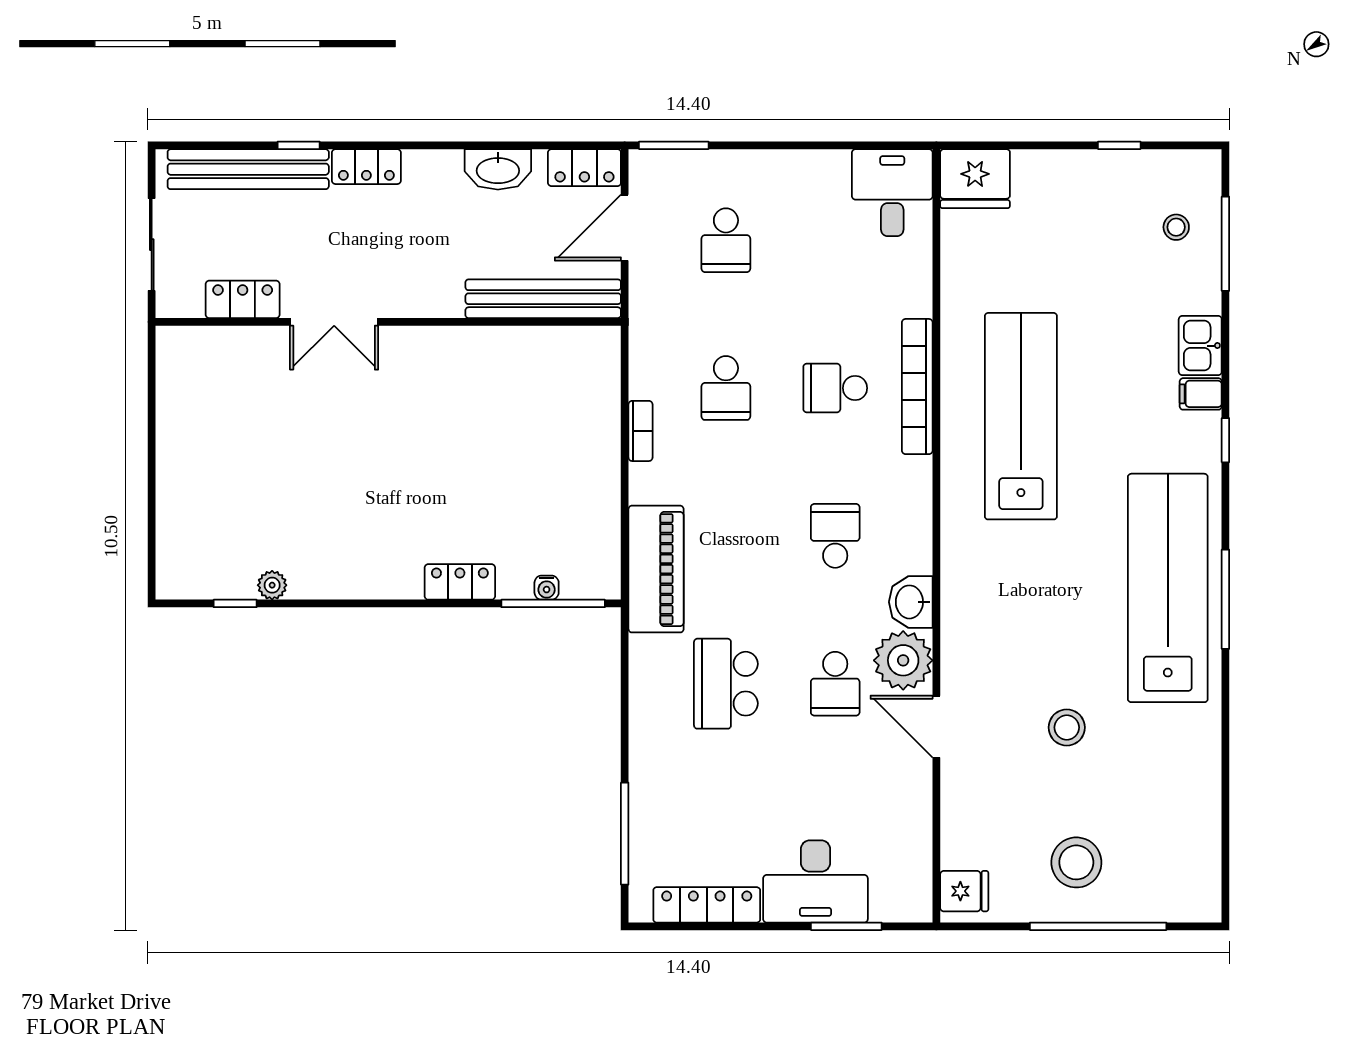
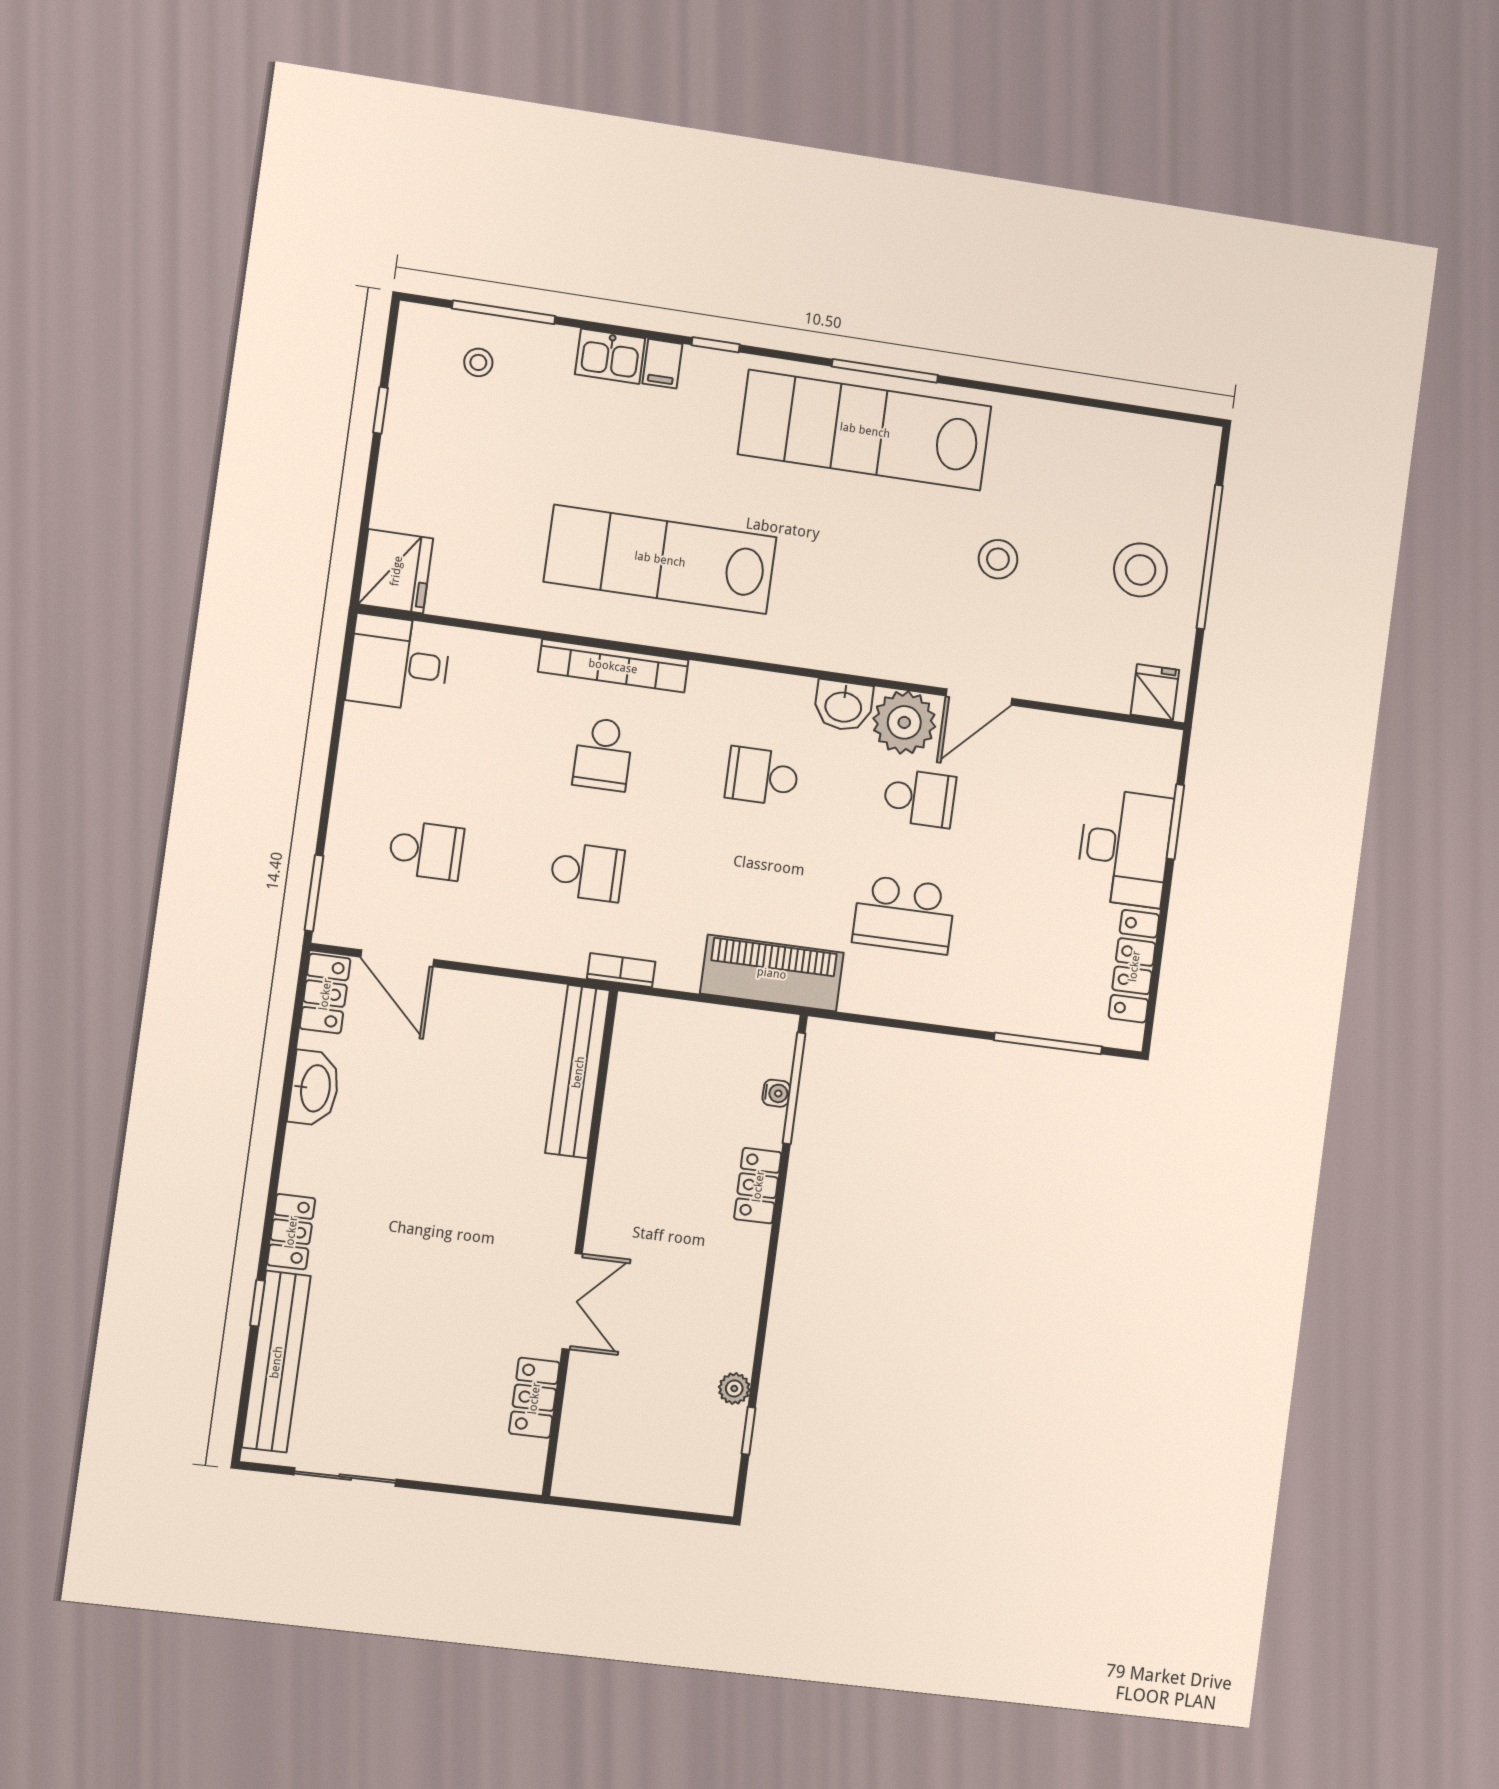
locker: (243, 299) -> (534, 1398), moved
bench: (543, 299) -> (578, 1072), moved
double door: (334, 322) -> (572, 1301), moved
wall: (388, 322) -> (580, 1242), moved

